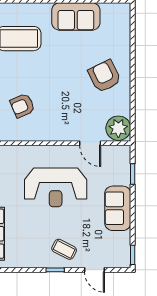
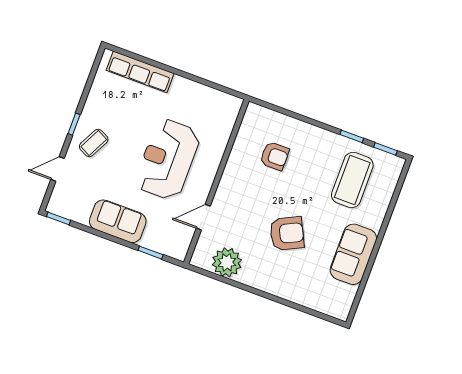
armchair: (104, 76) -> (287, 233), moved
armchair: (22, 106) -> (275, 156), turned 113
plant: (118, 128) -> (227, 262), moved

